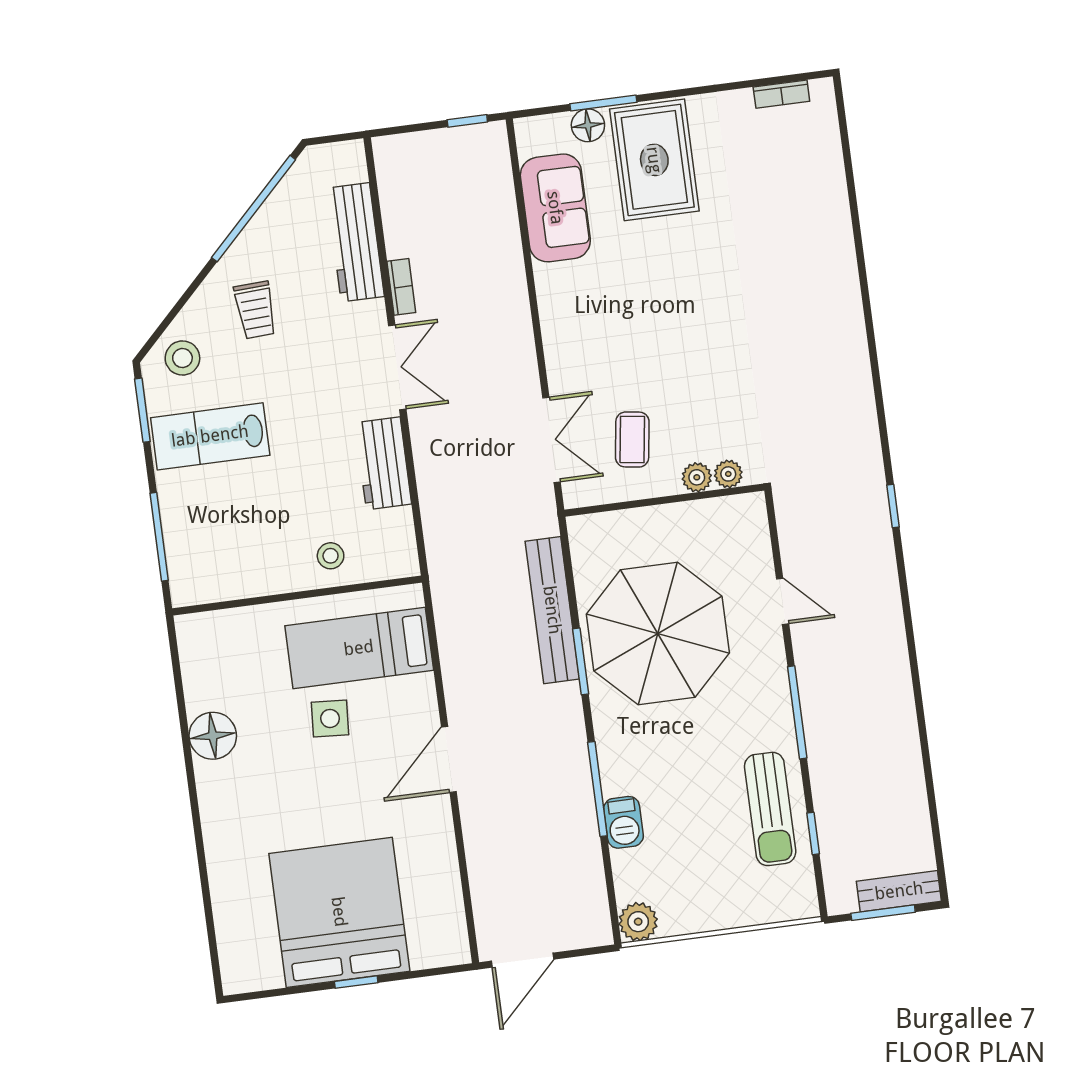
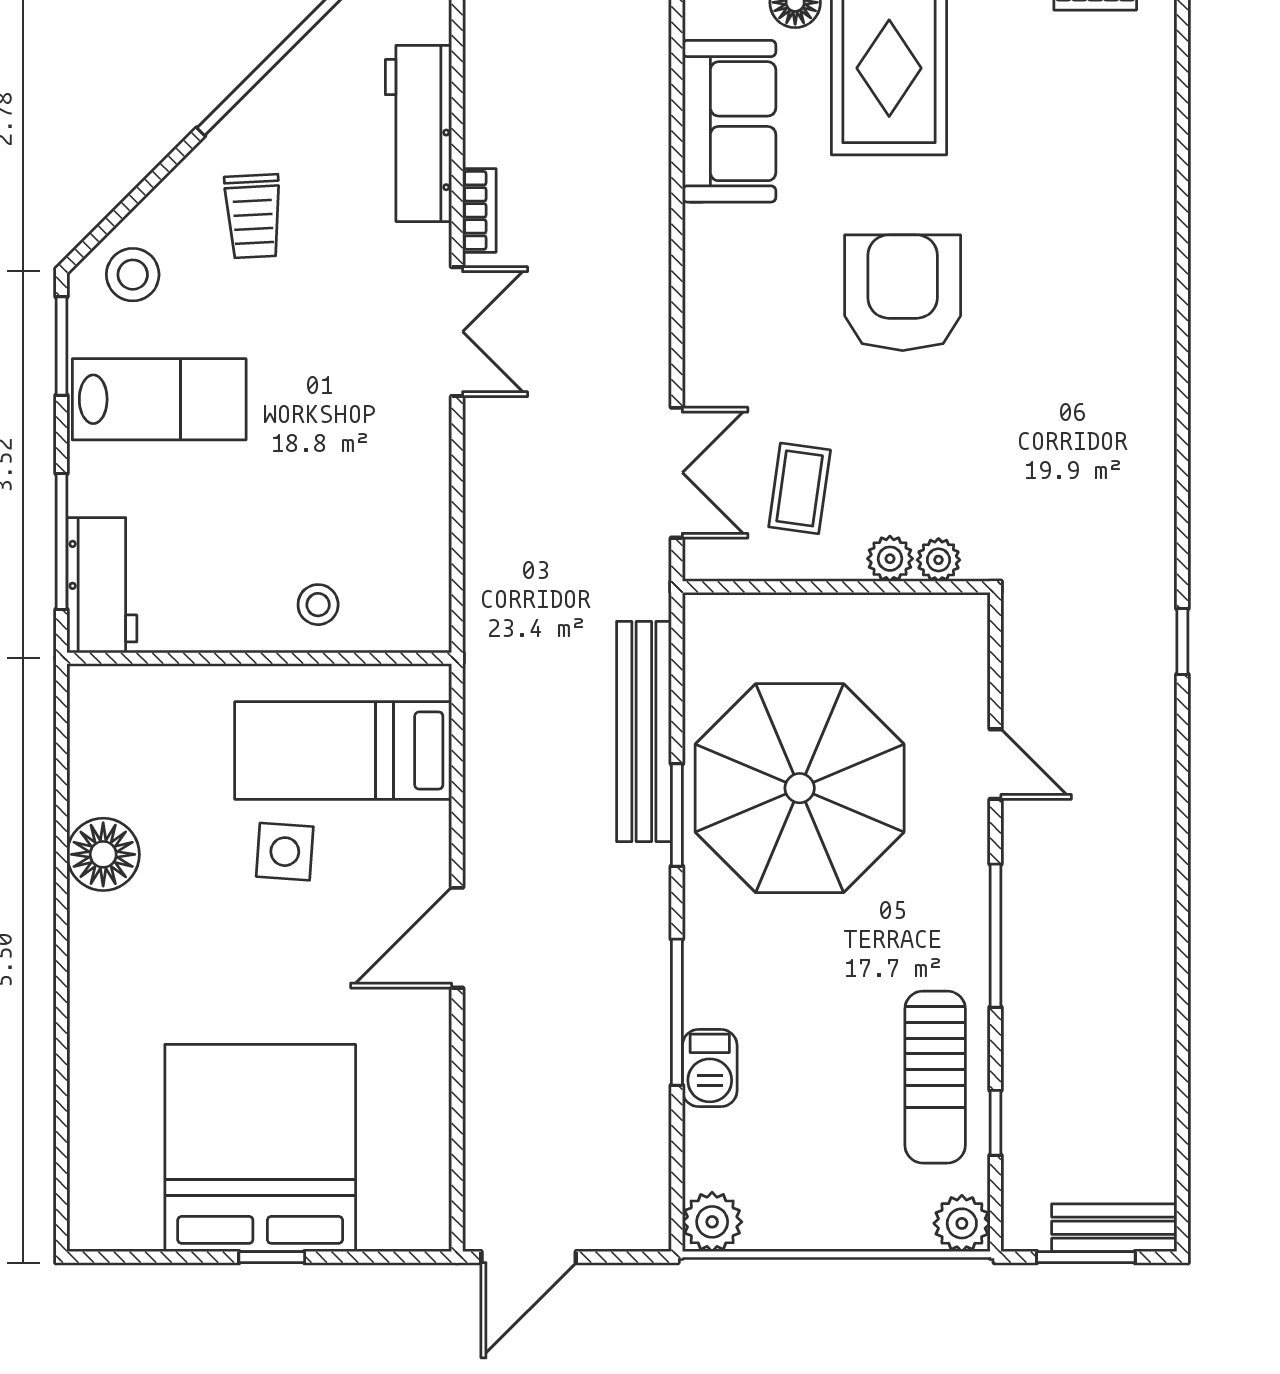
armchair: (682, 304) -> (903, 293), added
lab bench: (210, 436) -> (159, 399), turned 180
workbench: (383, 463) -> (102, 585), moved, turned 180
plant: (800, 901) -> (962, 1223), added

